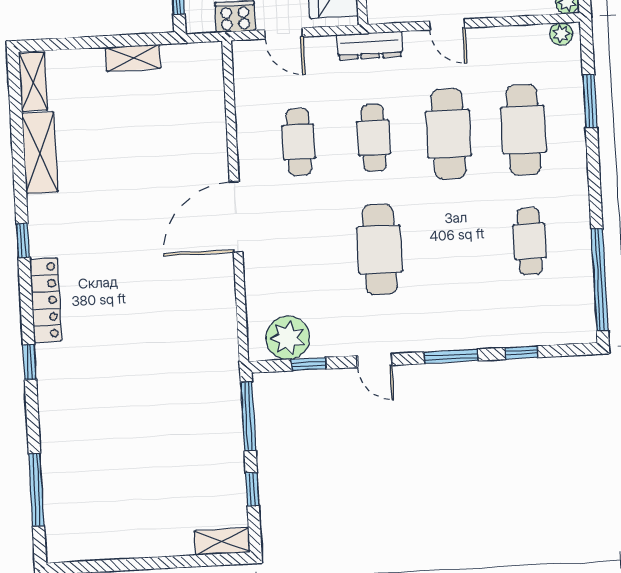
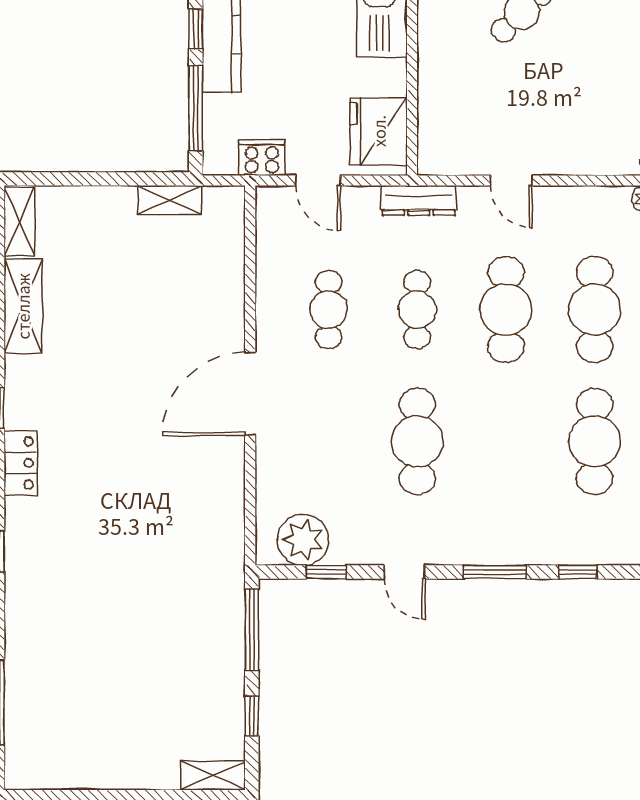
shelving: (133, 58) -> (170, 200), moved
cafe table: (530, 241) -> (595, 441), width x1.37, depth x1.35
locker: (46, 300) -> (20, 463), width x0.66

